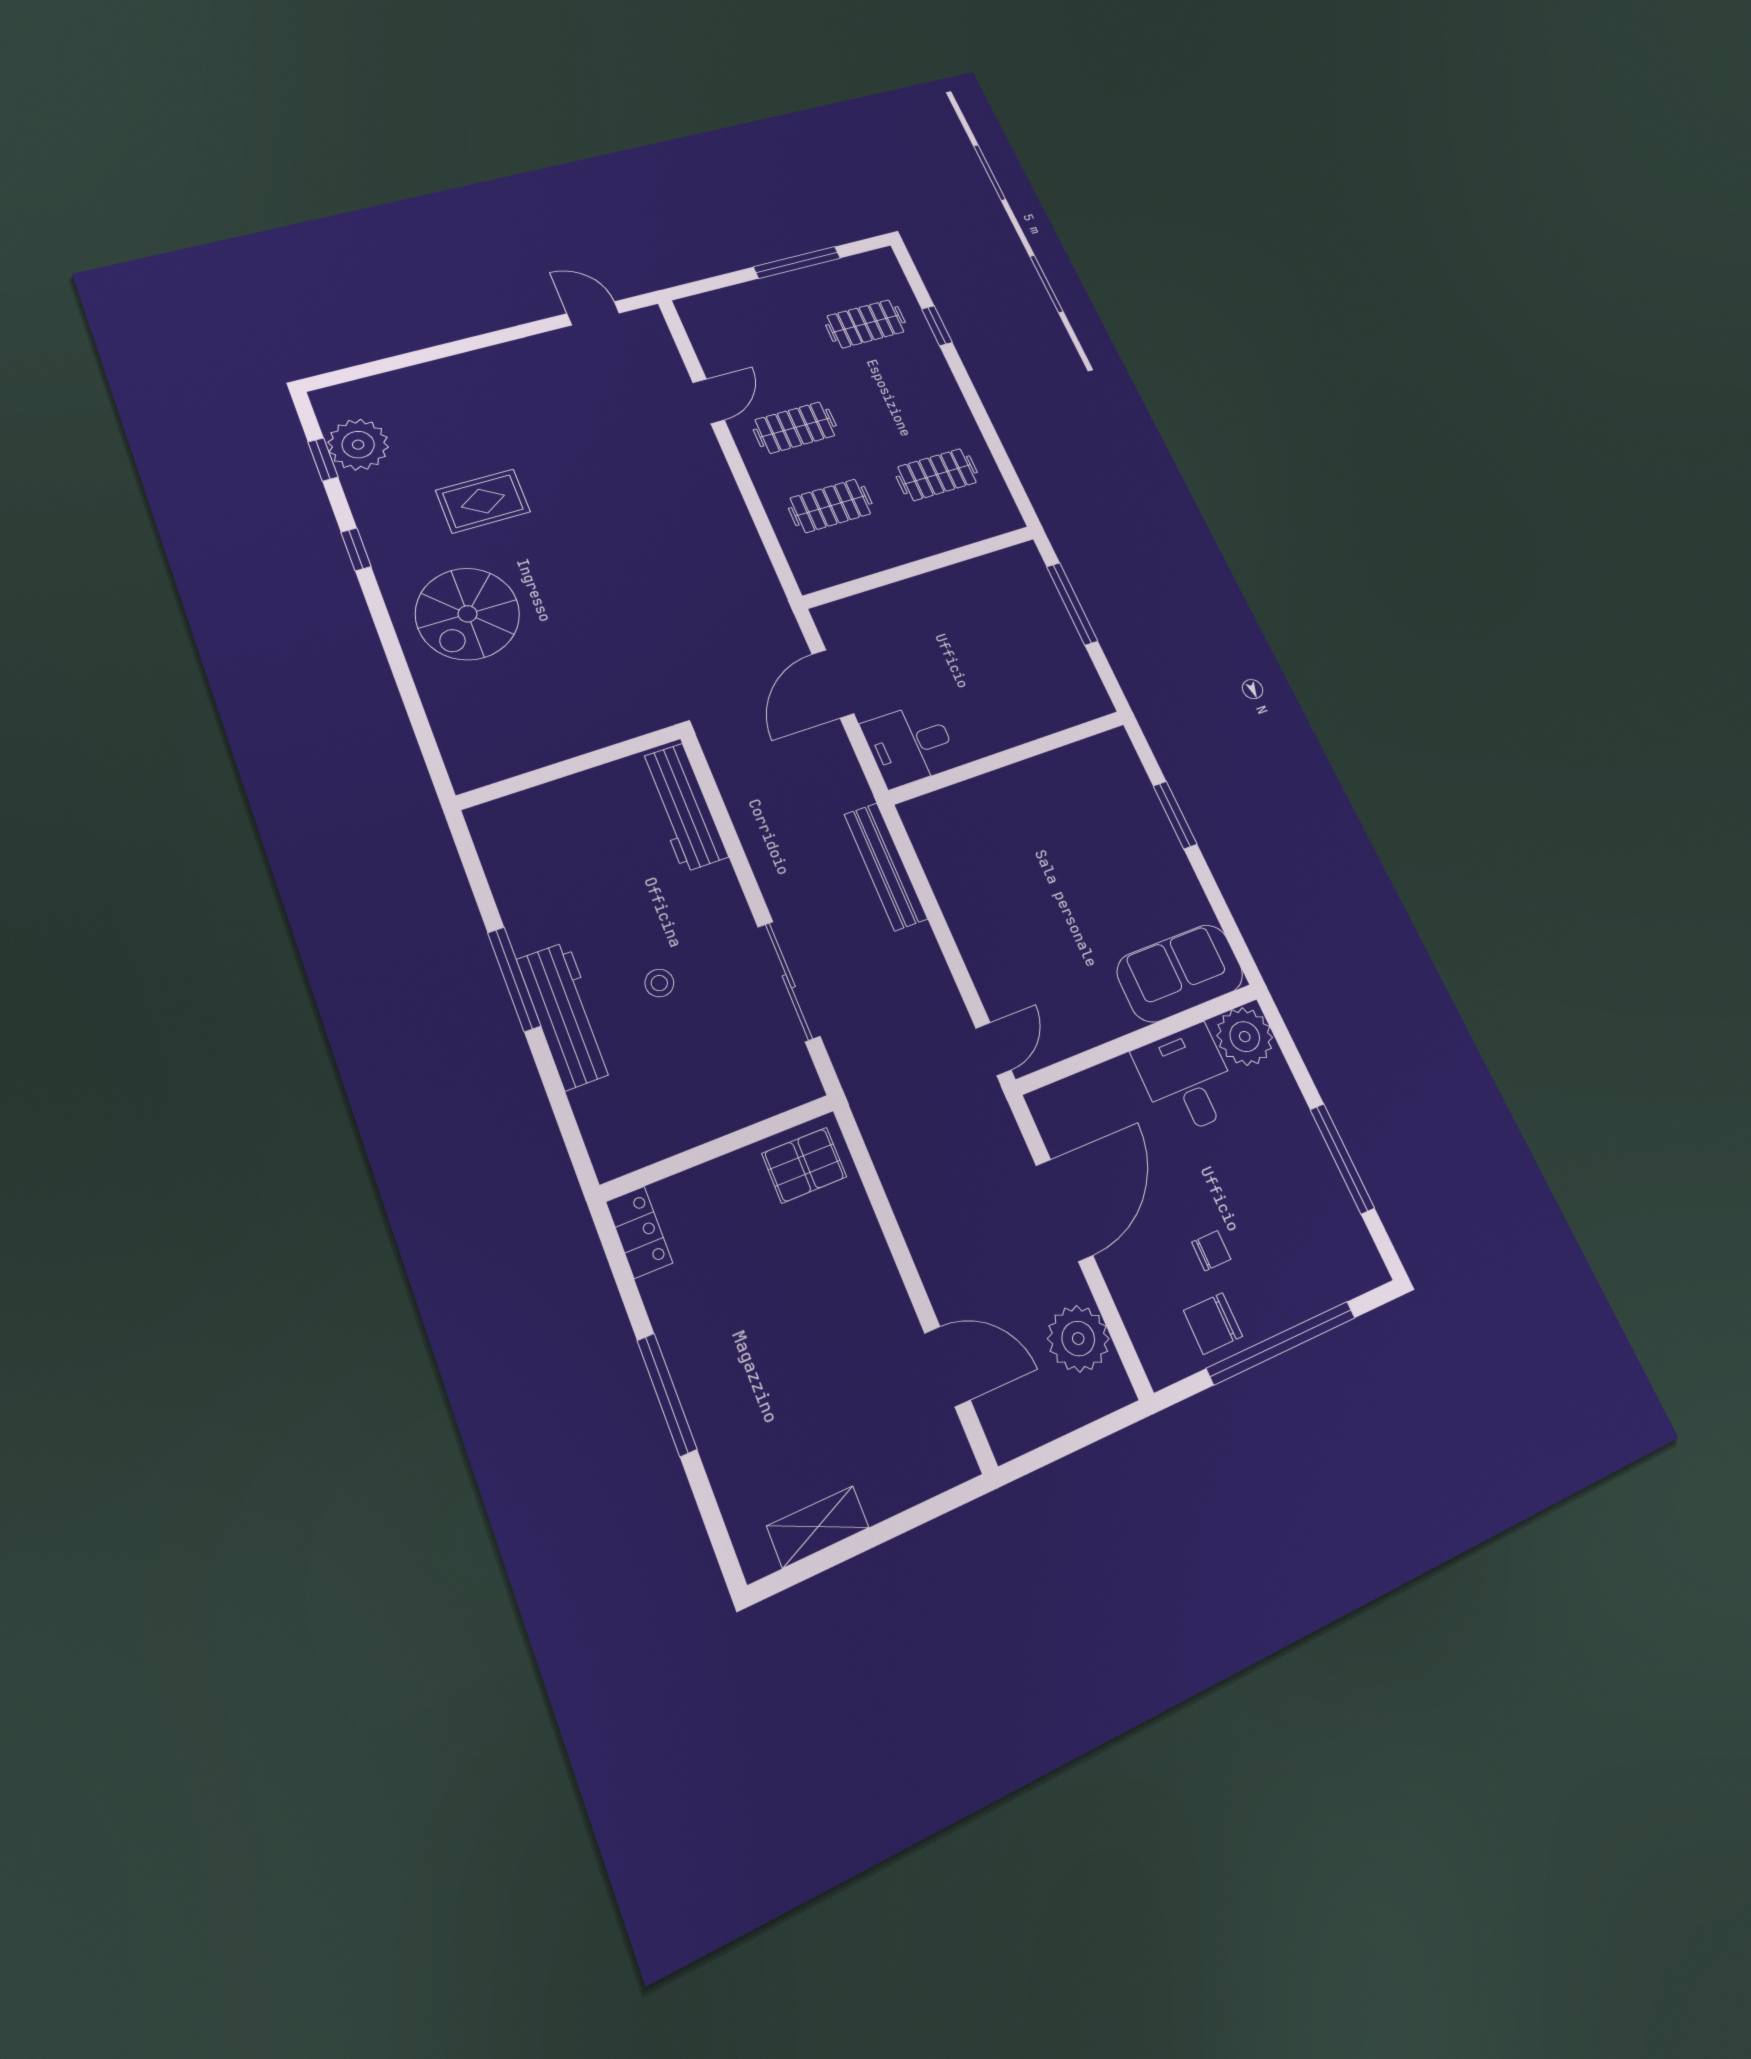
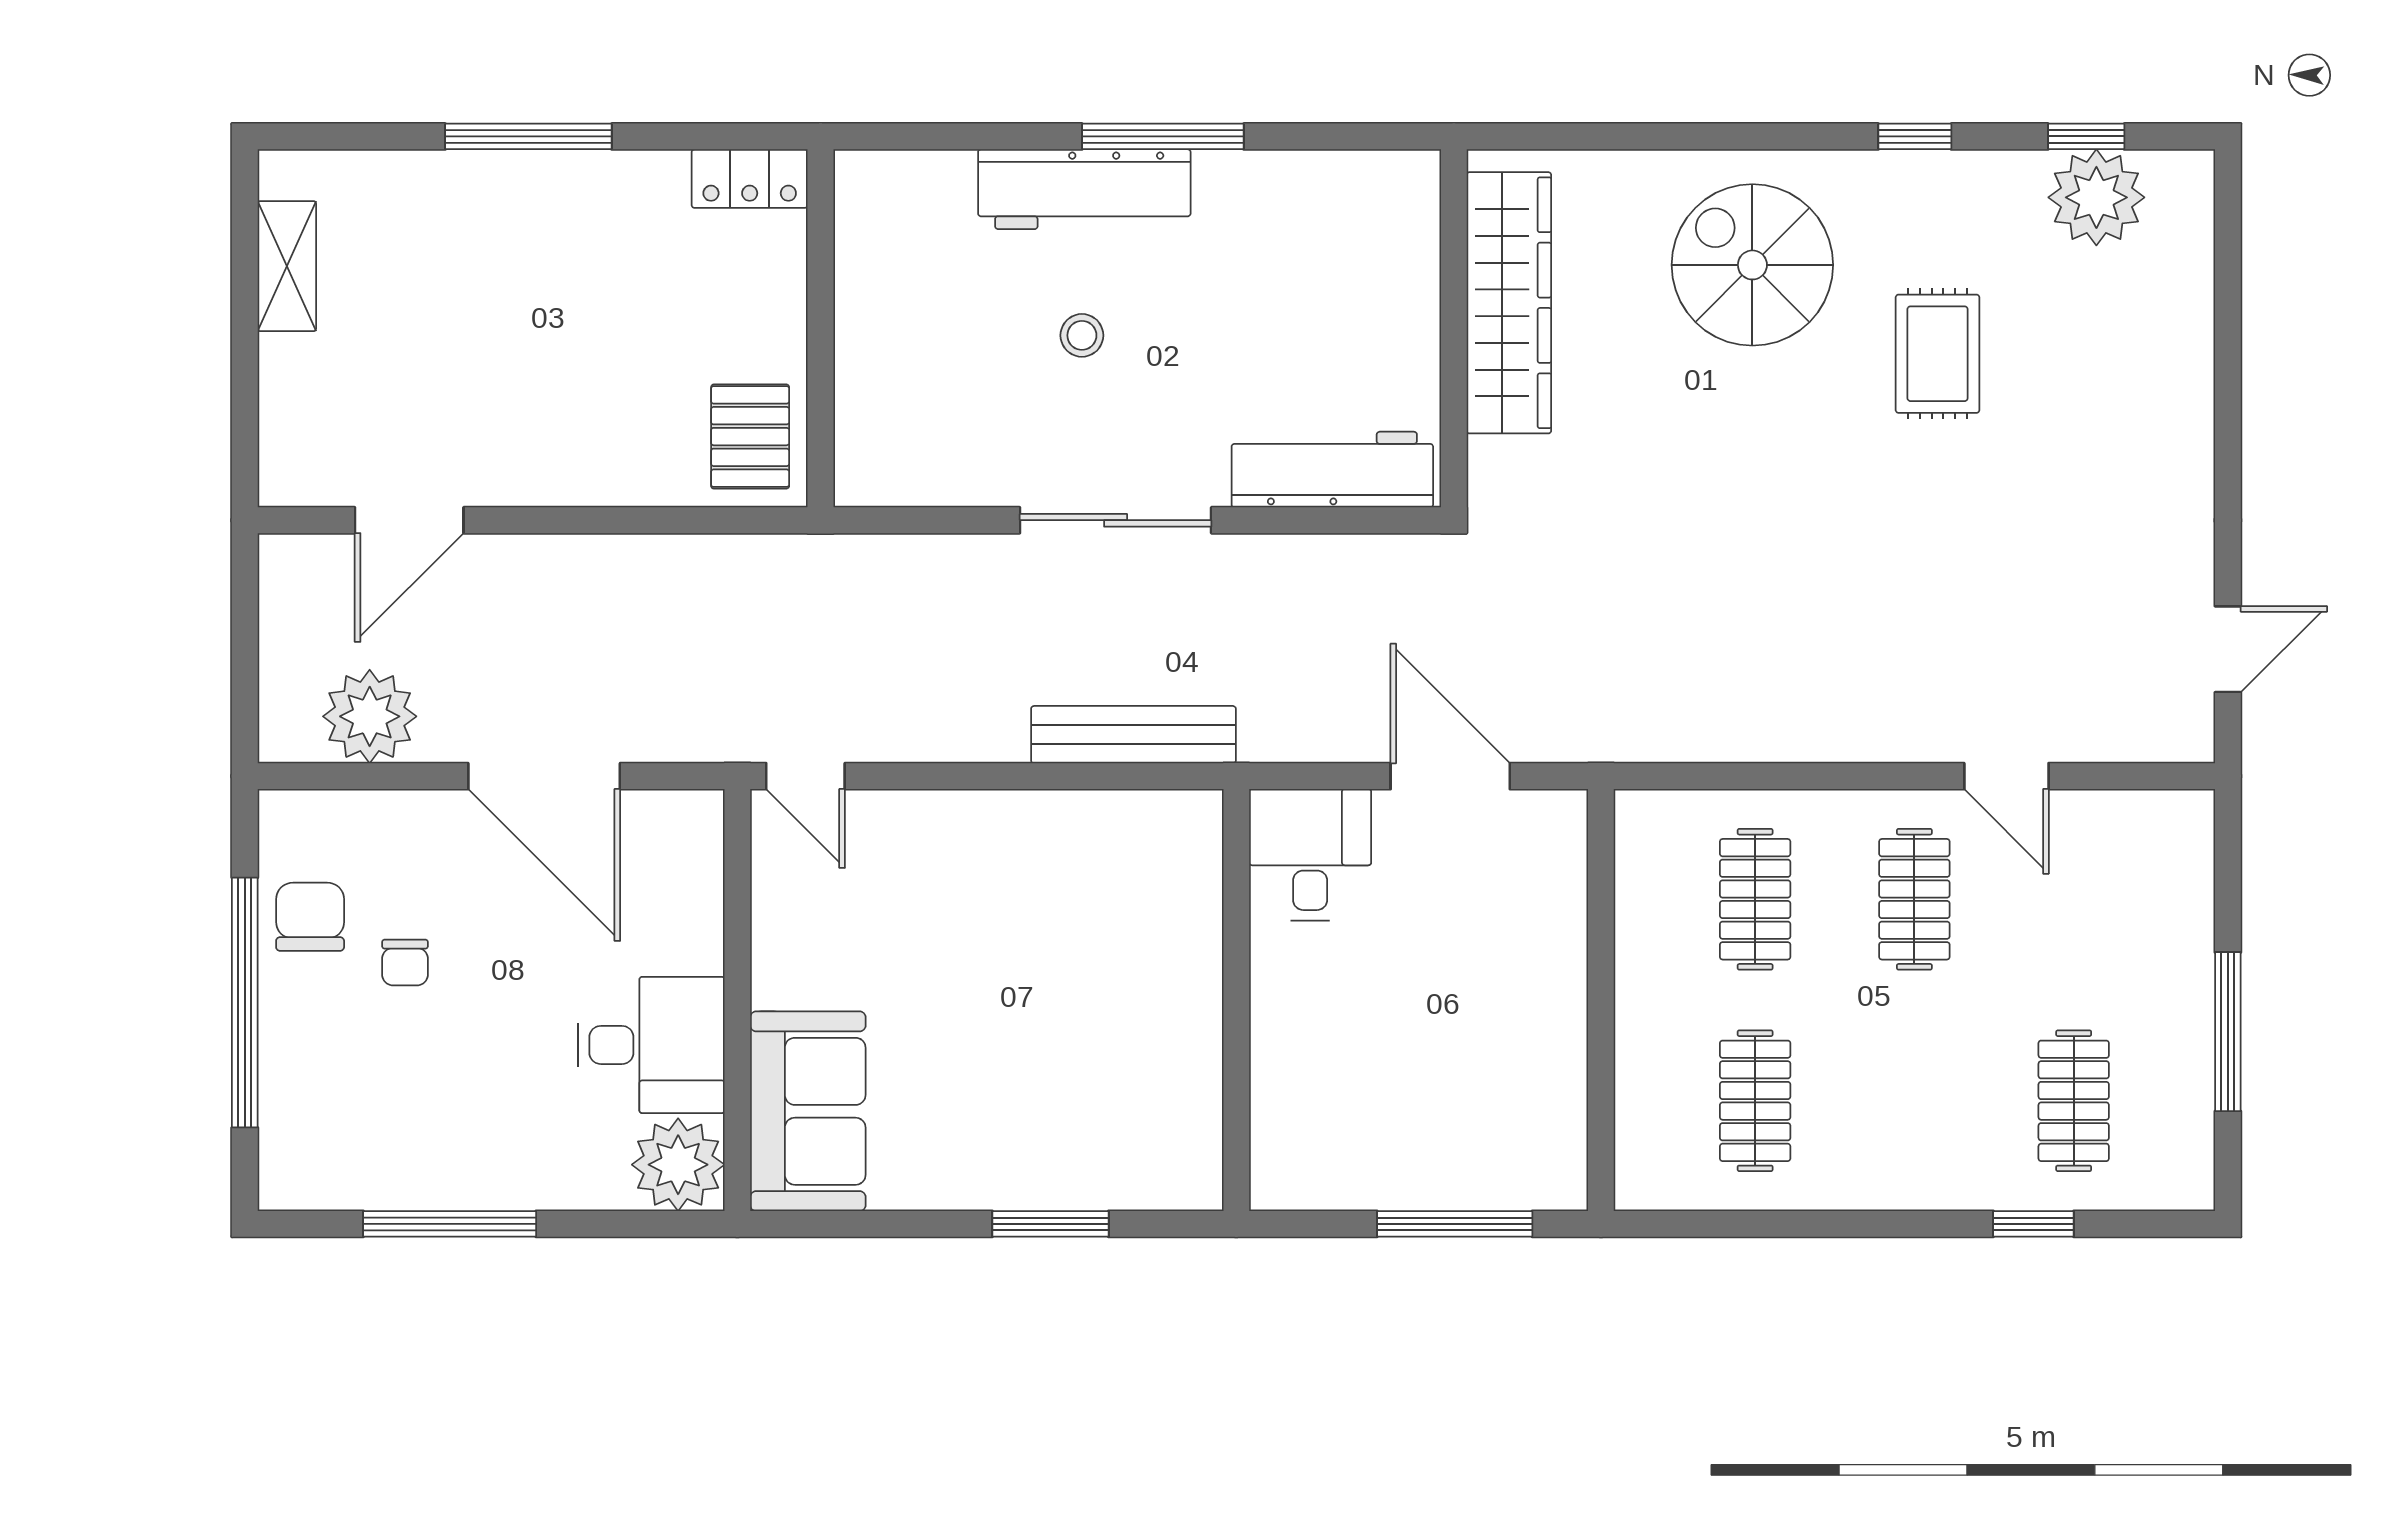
wardrobe: (542, 741) -> (1509, 303), added
sliding door: (789, 981) -> (1116, 520), moved

